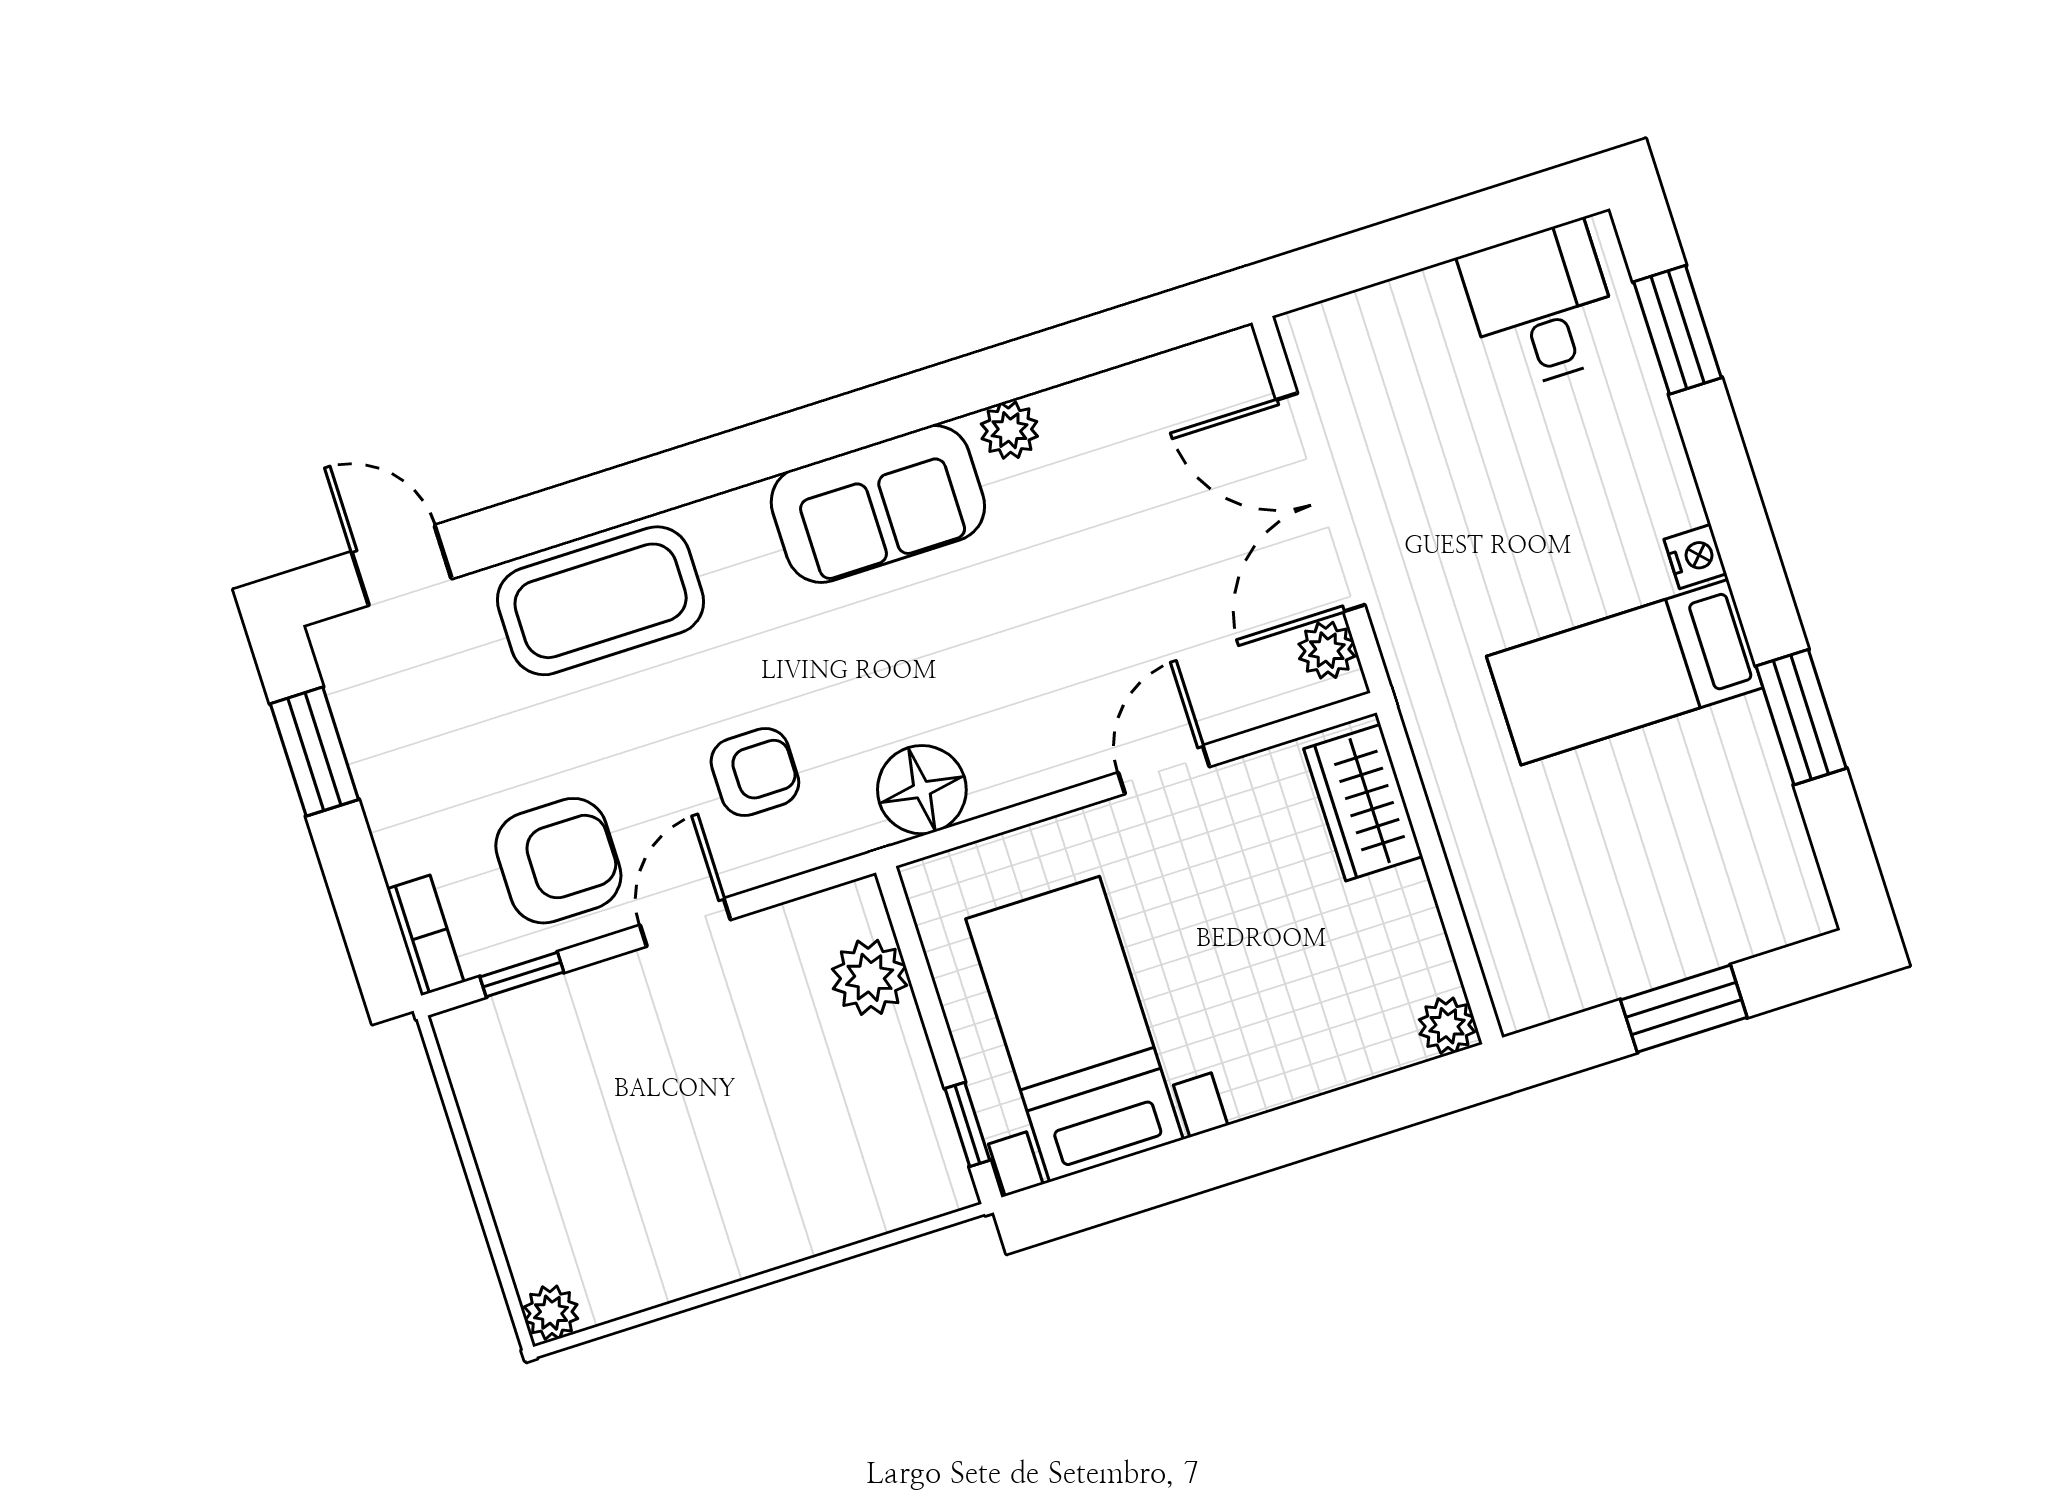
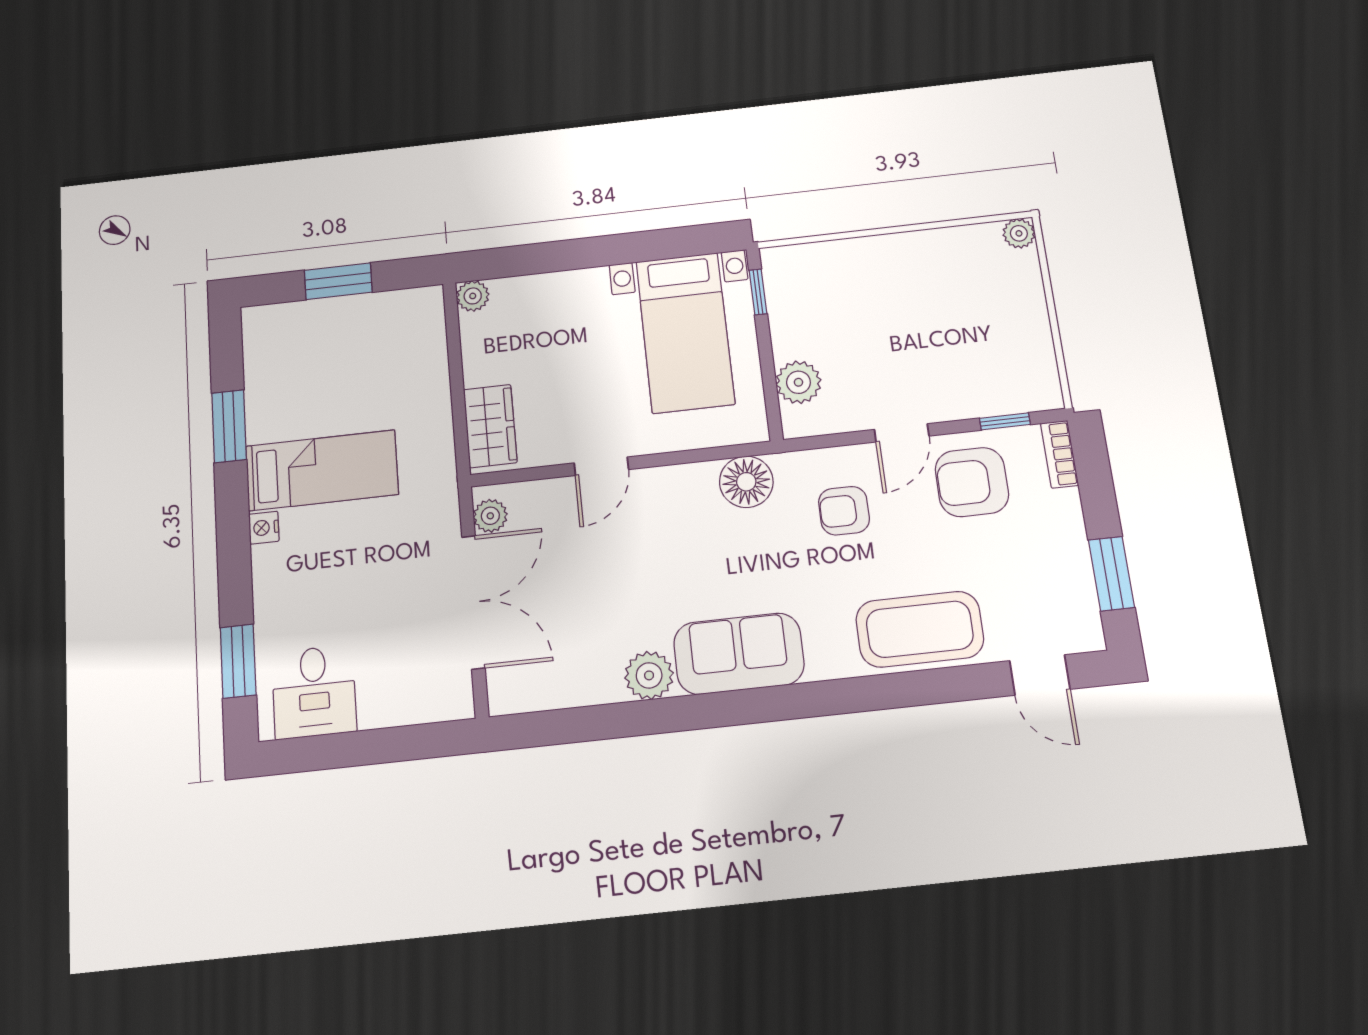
plant: (1009, 430) -> (649, 675), width x1.38, depth x1.38

